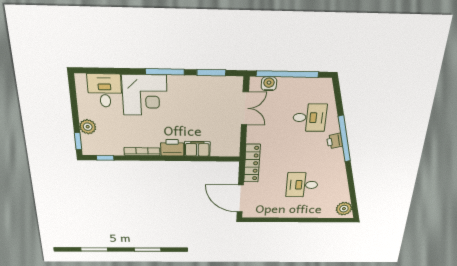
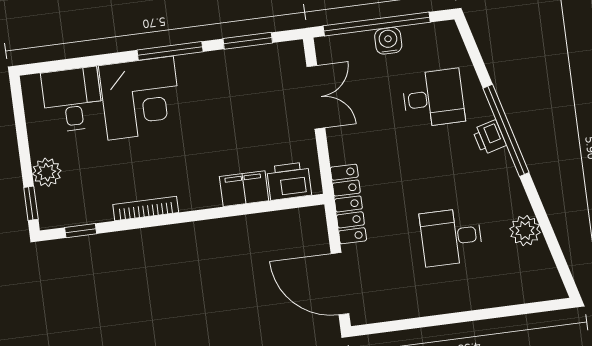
water cooler: (269, 84) -> (388, 41), moved
printer: (172, 148) -> (289, 181), moved
plant: (344, 209) -> (525, 231), moved

